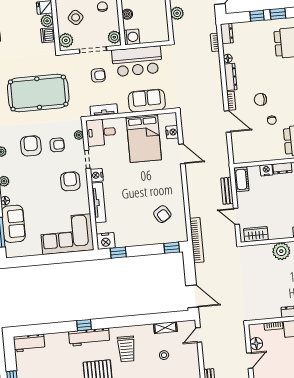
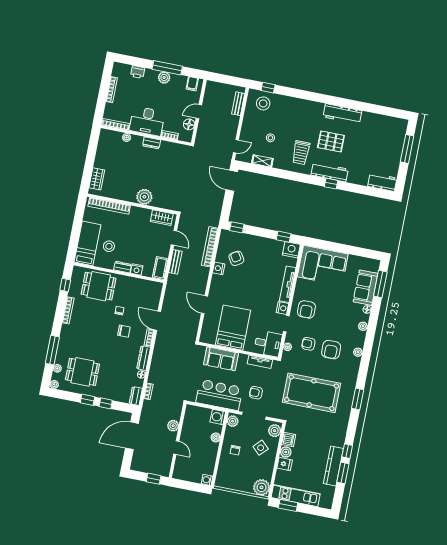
nightstand: (172, 132) -> (219, 268), moved
bookcase: (197, 240) -> (210, 247), moved
trolley: (126, 349) -> (301, 153), turned 180

